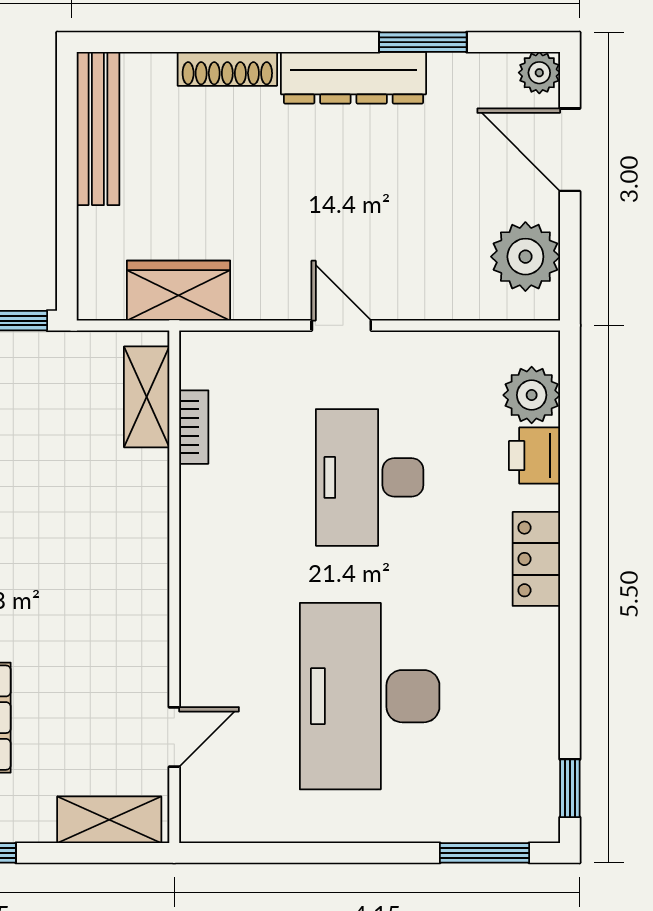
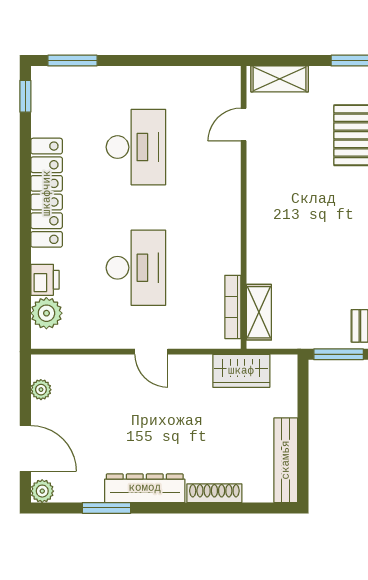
plant: (525, 257) -> (41, 390), width x0.53, depth x0.53
bookcase: (194, 427) -> (233, 307), width x1.56
locker: (536, 559) -> (47, 193), width x2.16, depth x1.21
desk: (370, 696) -> (136, 147), width x0.73, depth x0.77

